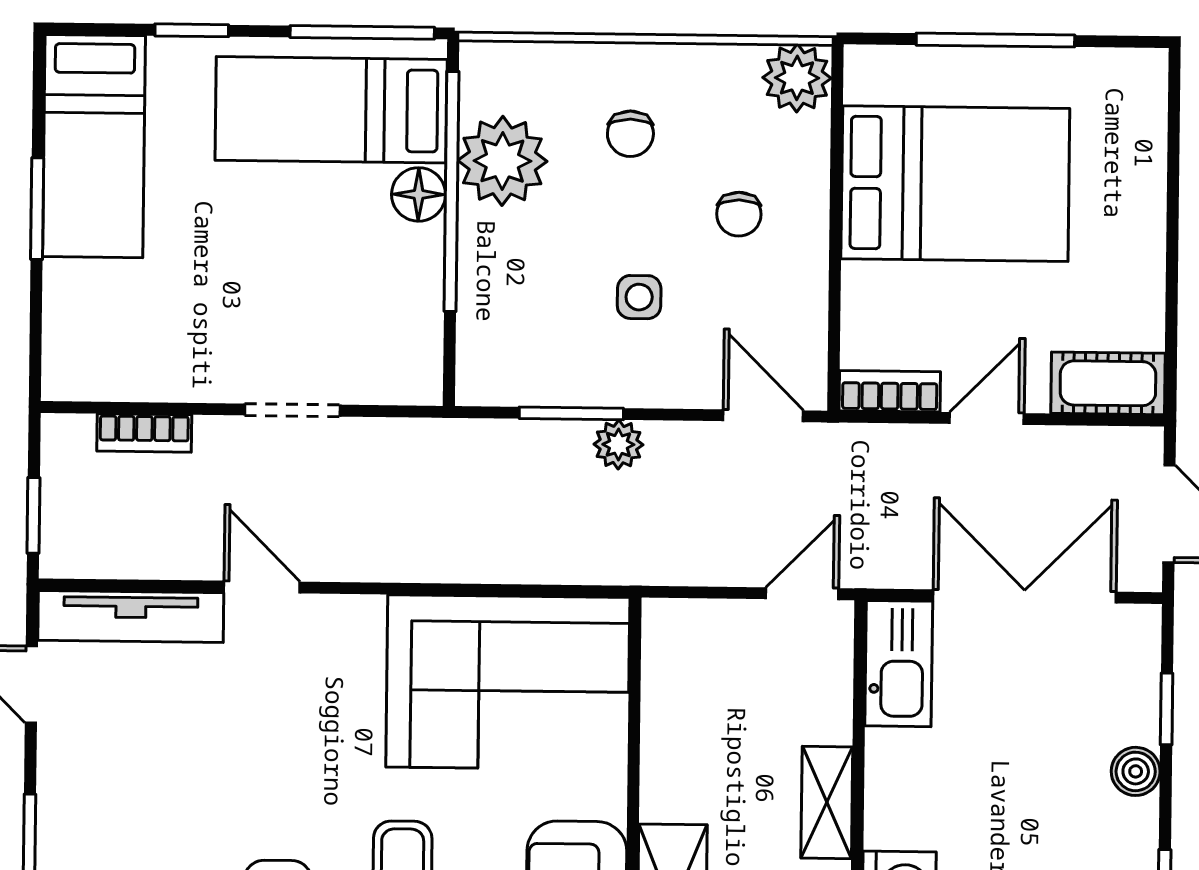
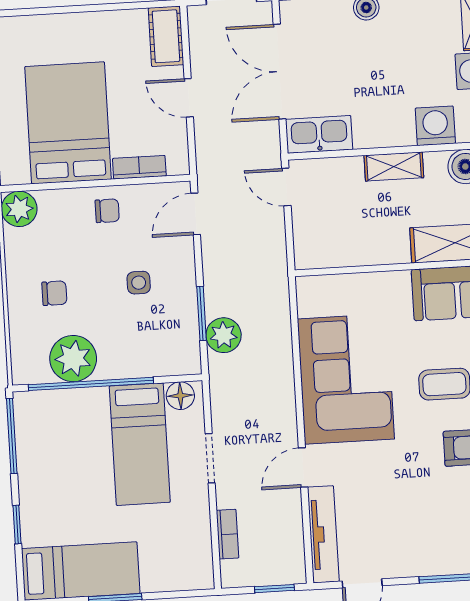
bed: (331, 110) -> (140, 444), moved
floor lamp: (419, 194) -> (180, 396), moved
chair: (739, 214) -> (107, 211), moved
bookcase: (890, 391) -> (139, 167), moved, turned 90
plant: (618, 445) -> (224, 335), moved, width x1.38, depth x1.38
corner sofa: (508, 682) -> (346, 379), moved

